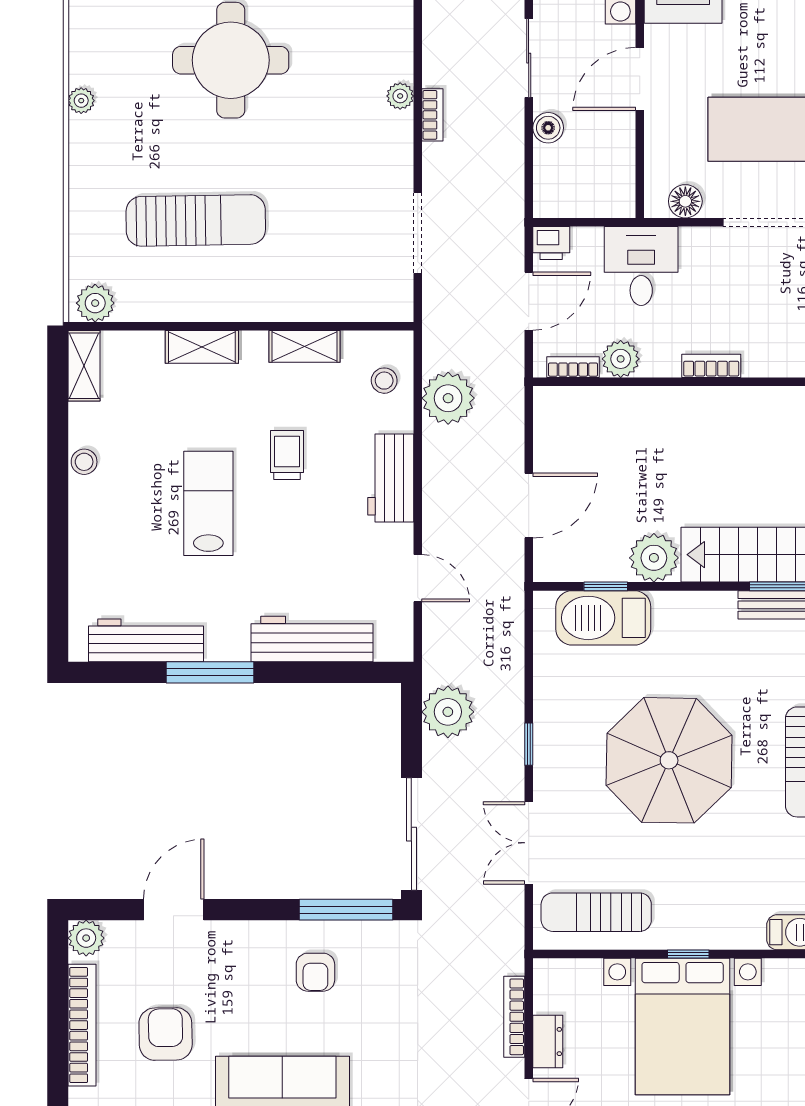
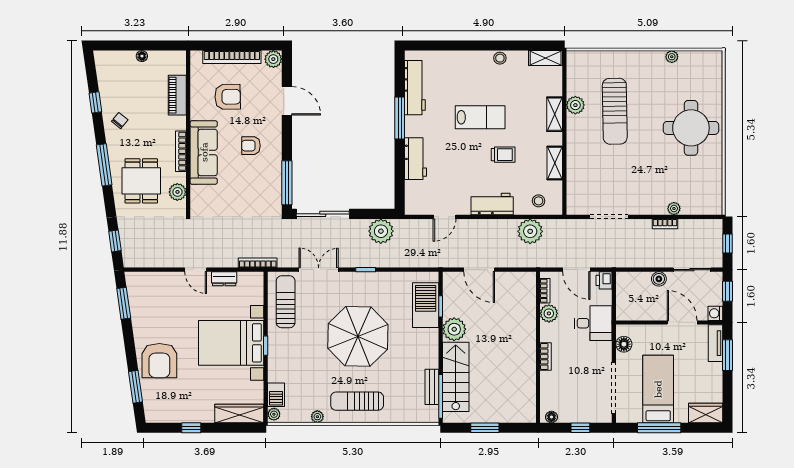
plant: (95, 303) -> (575, 105), moved
workbench: (312, 639) -> (416, 159), width x0.73
armchair: (315, 972) -> (251, 146), moved
bookcase: (514, 1017) -> (258, 263), moved

